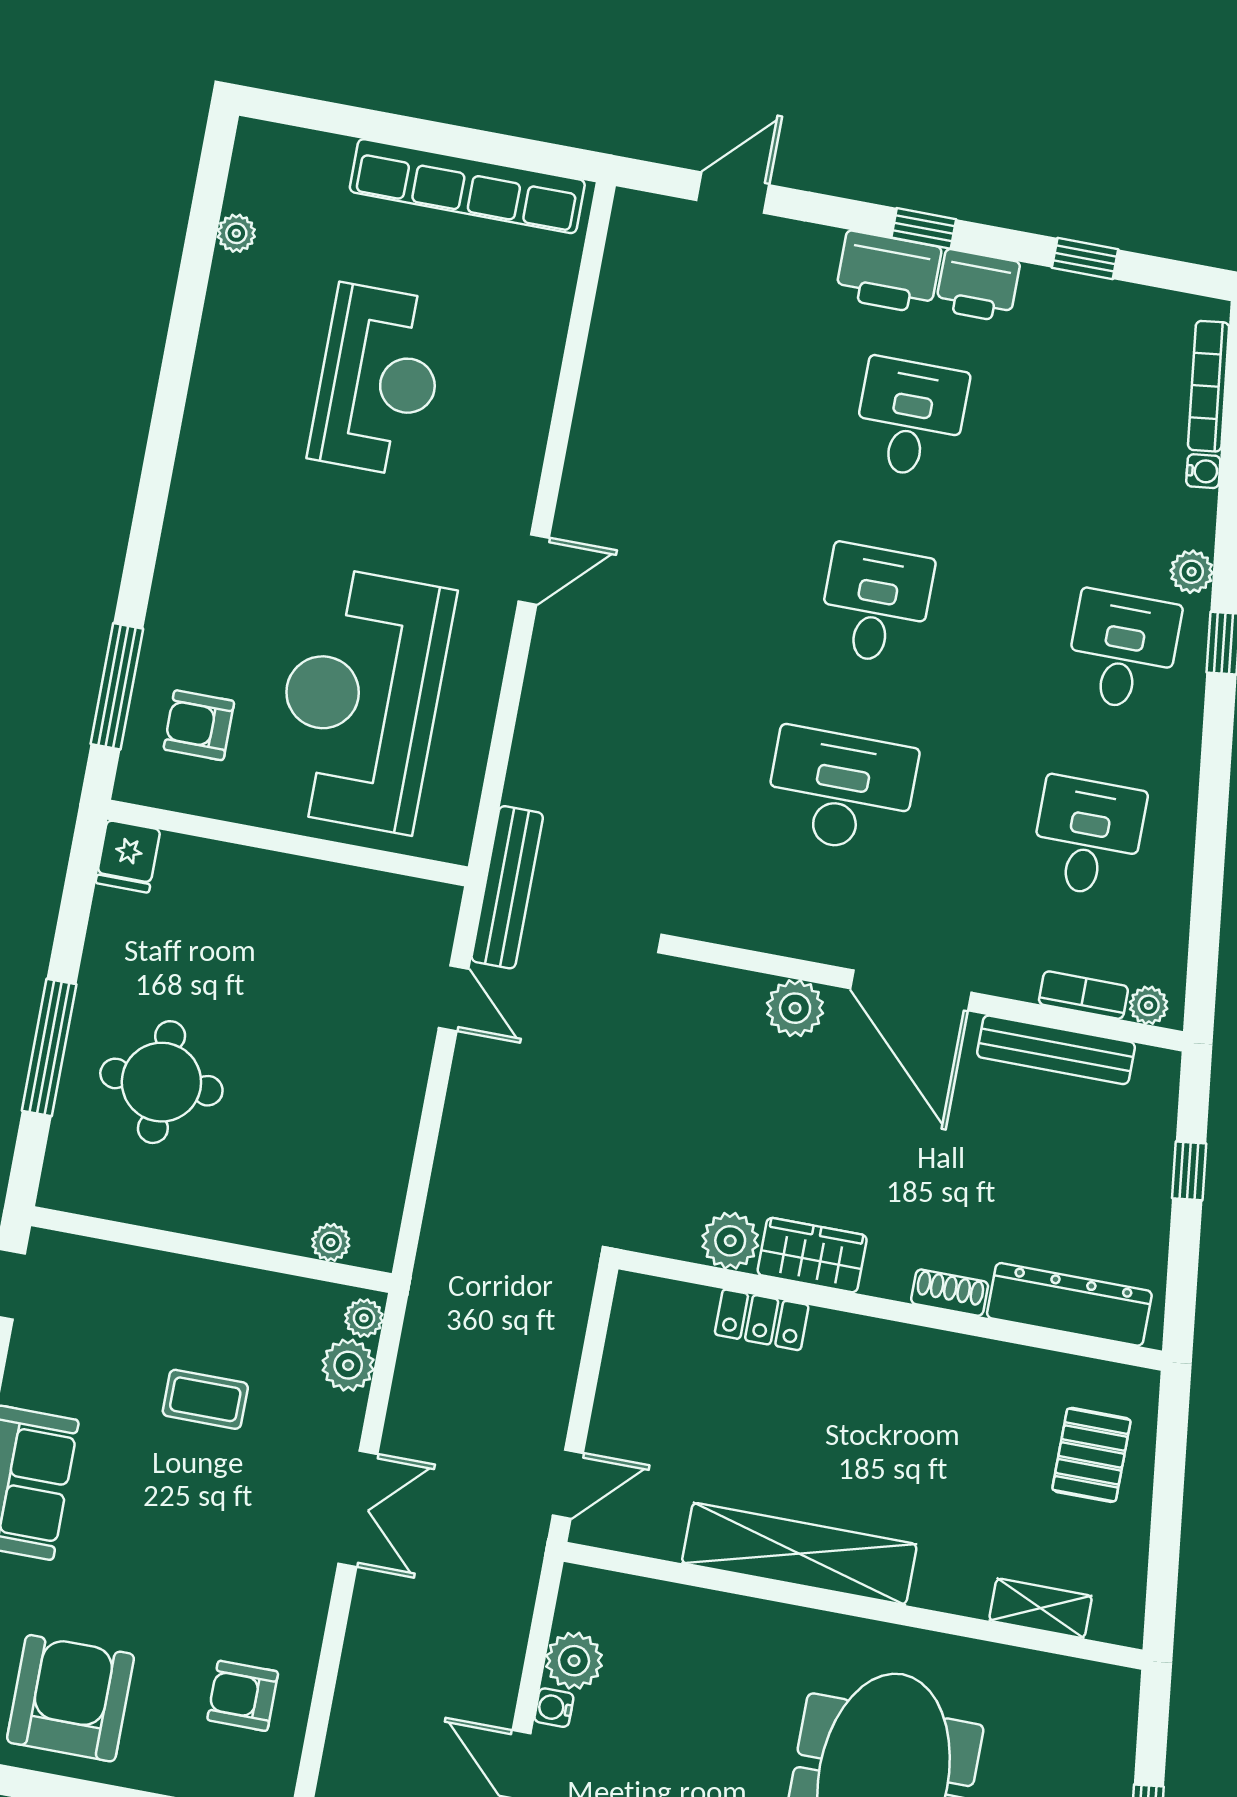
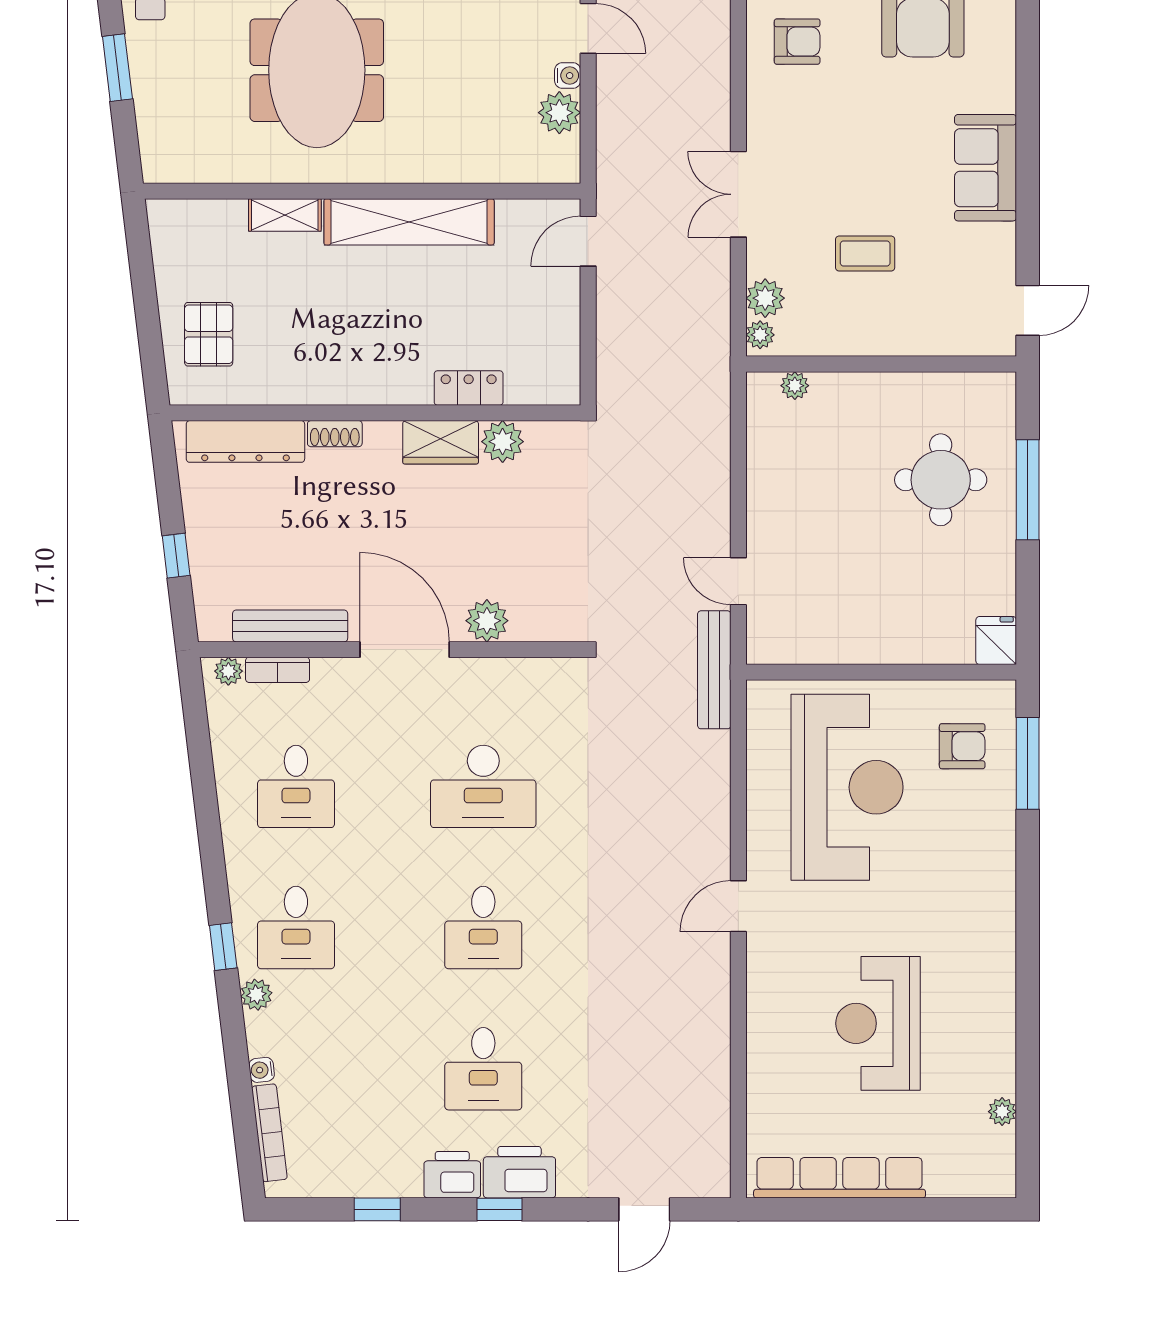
shelving: (1041, 1608) -> (285, 215), moved

